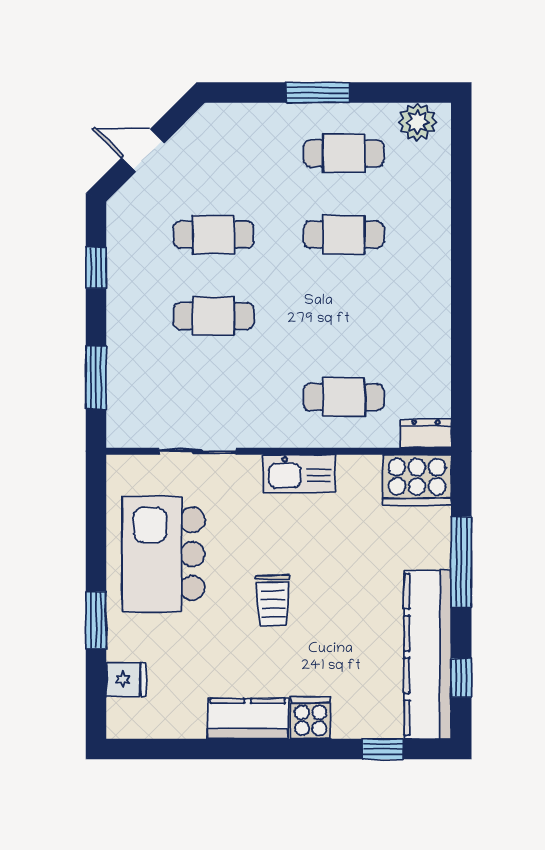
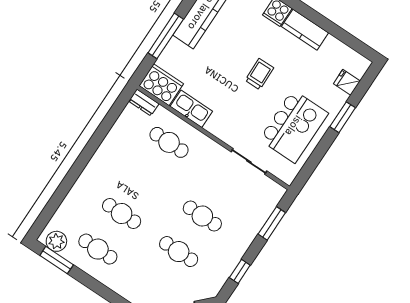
window: (318, 93) -> (57, 260), moved
kitchen sink: (299, 474) -> (191, 109), moved

